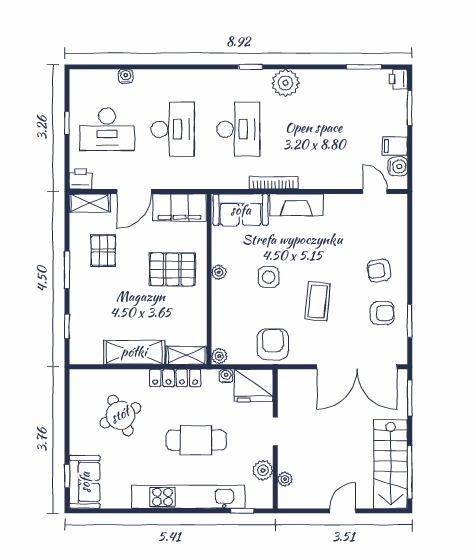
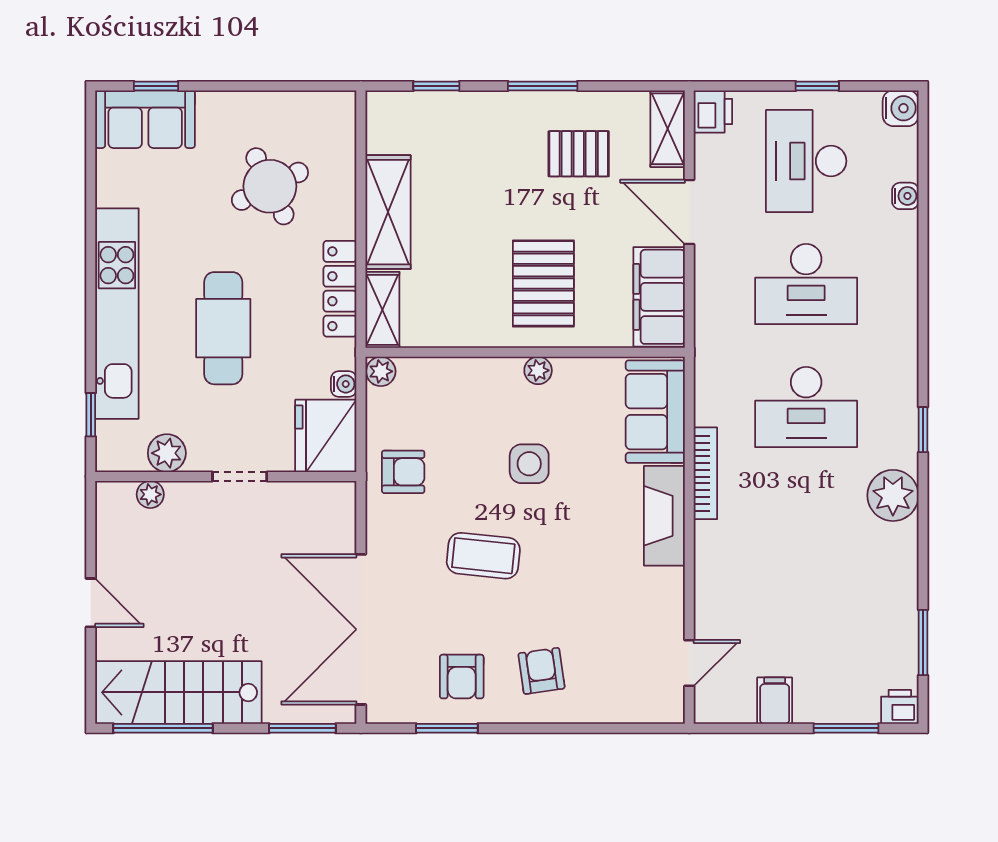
water cooler: (398, 166) -> (901, 108), moved, turned -90
armchair: (273, 344) -> (403, 472), width x0.72, depth x0.72

